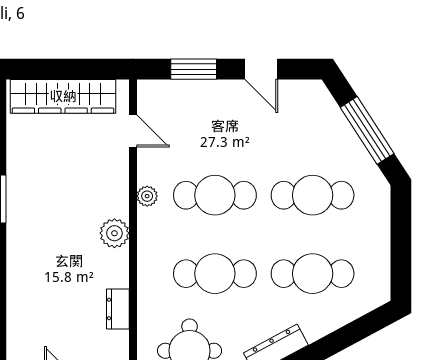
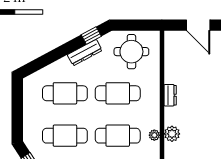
plant: (114, 233) -> (172, 134), moved
dresser: (118, 309) -> (170, 95), moved

